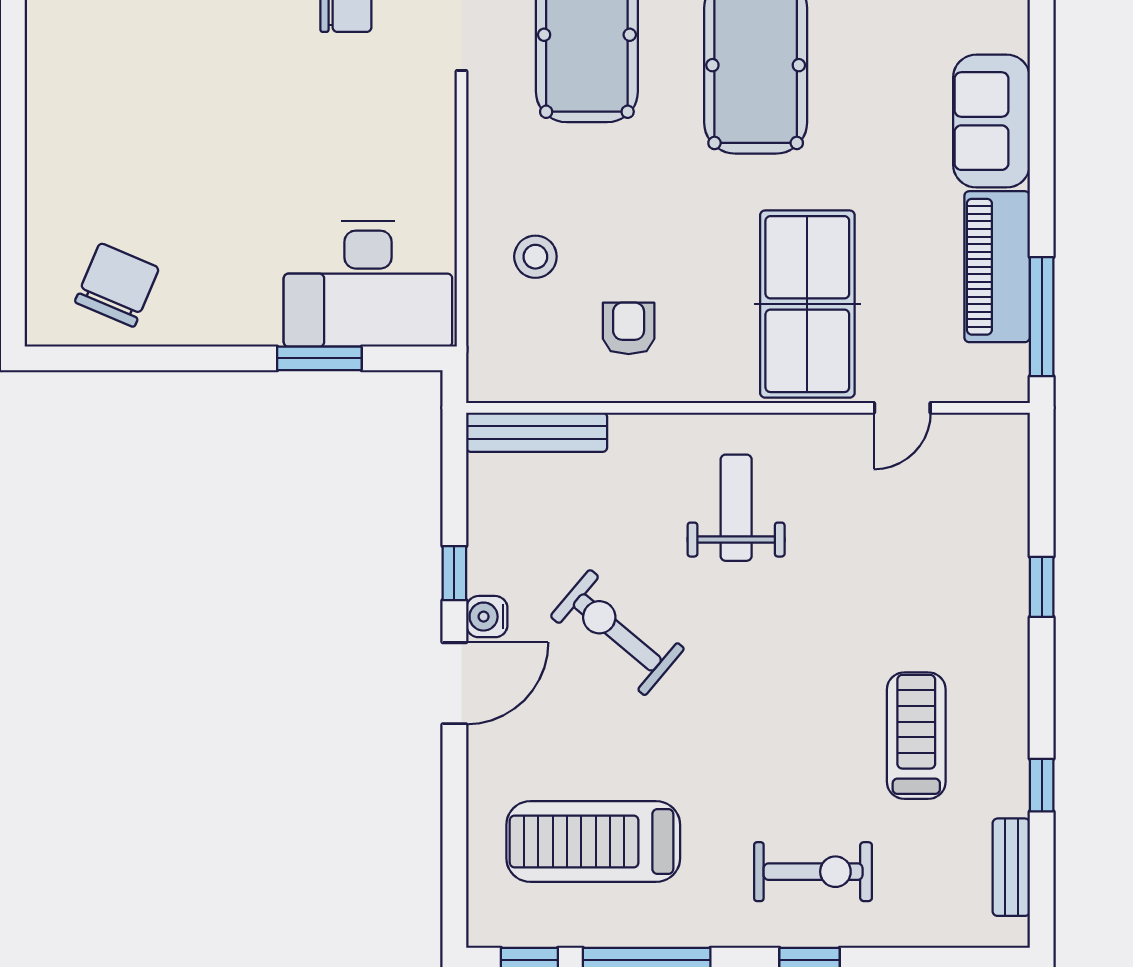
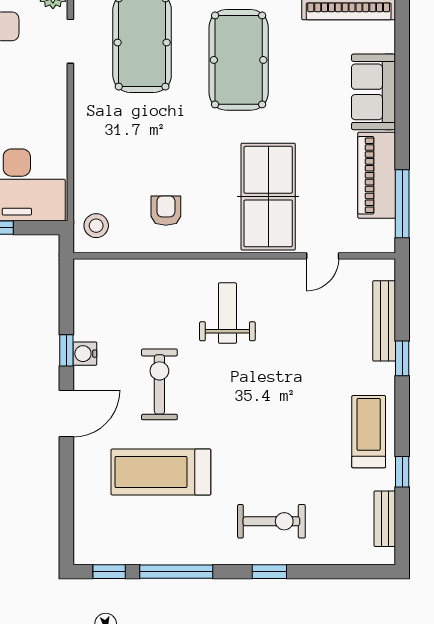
stool: (535, 257) -> (96, 226), moved
bench: (537, 432) -> (384, 321), moved, turned 90
water cooler: (487, 617) -> (85, 354), moved
exercise bike: (617, 632) -> (159, 384), turned 50
treadmill: (916, 736) -> (369, 432), moved
treadmill: (593, 841) -> (161, 472), moved

